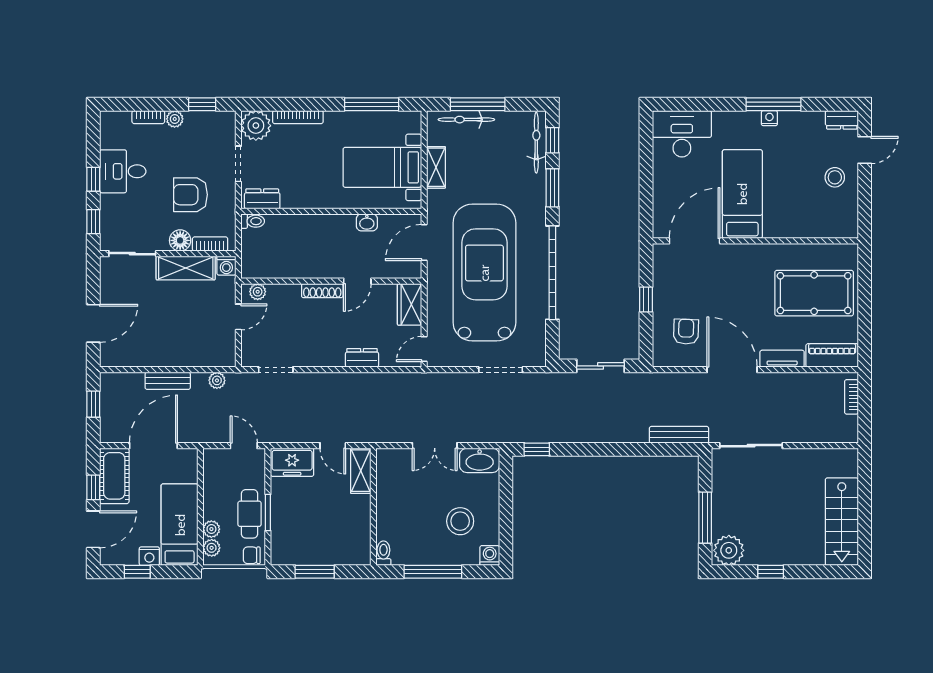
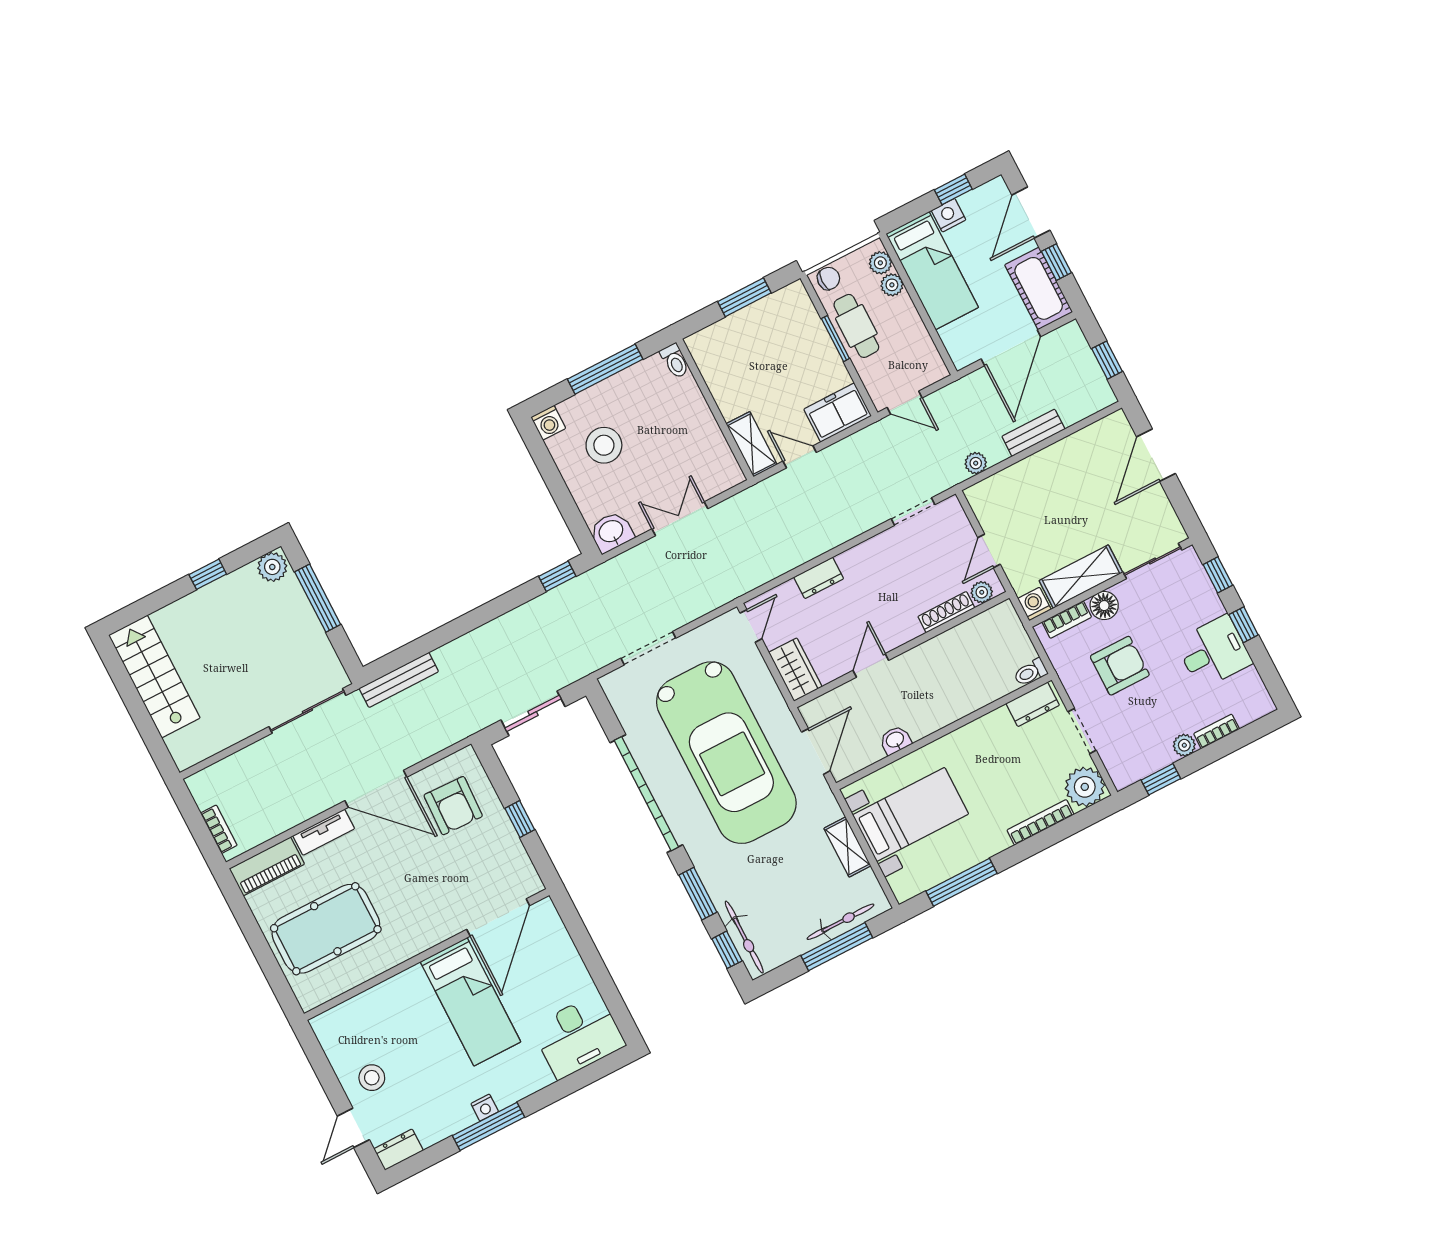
shoe rack: (322, 291) -> (946, 612), moved
armchair: (686, 332) -> (453, 806), width x1.38, depth x1.38
washbasin: (480, 460) -> (611, 532), width x0.72
plant: (729, 550) -> (272, 567), width x0.73, depth x0.73

